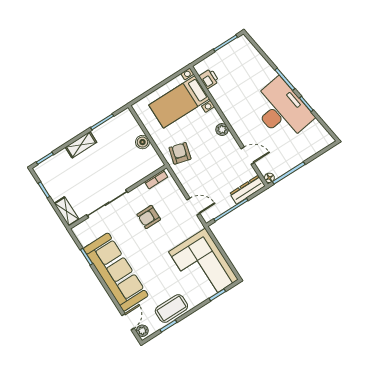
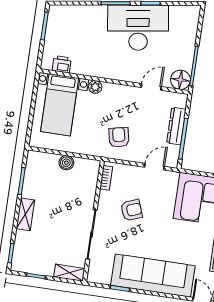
plant: (222, 129) -> (95, 87), moved
armchair: (180, 153) -> (119, 137), moved, turned 63
floor lamp: (269, 178) -> (180, 80), width x1.89, depth x1.89
dresser: (247, 190) -> (176, 126), moved
armchair: (149, 217) -> (131, 210), turned -111

